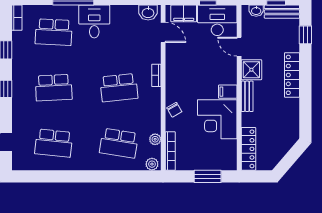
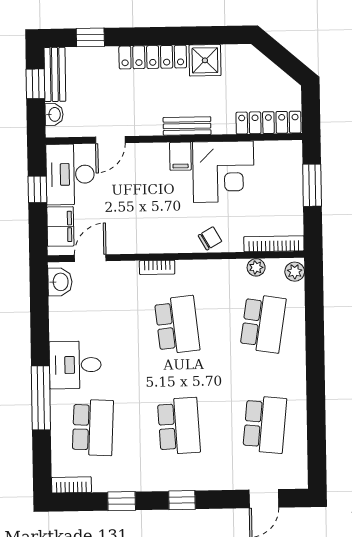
shower: (251, 70) -> (205, 60), moved

